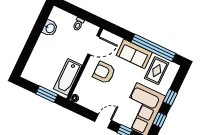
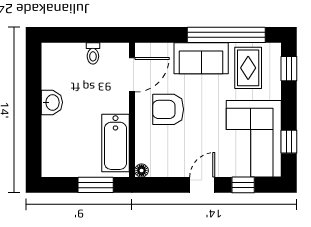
washbasin: (50, 28) -> (52, 102), moved
window: (170, 97) -> (289, 69), moved

